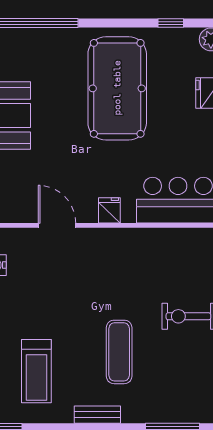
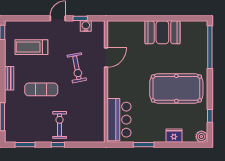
fridge: (109, 210) -> (114, 84), removed
exercise bike: (77, 283) -> (77, 68), added

